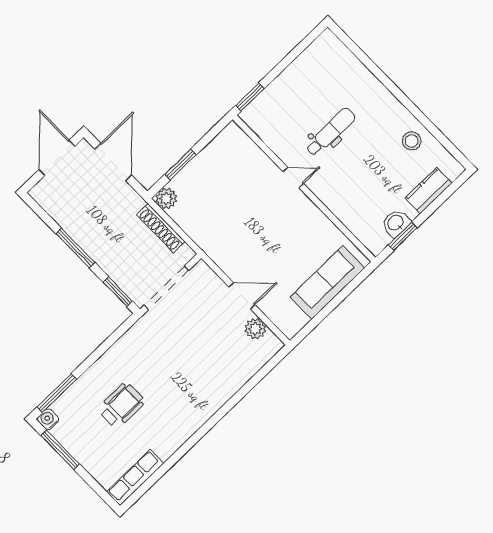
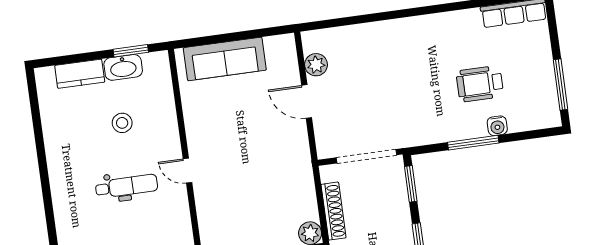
dental chair: (331, 132) -> (127, 186), turned 180
stool: (412, 141) -> (122, 123), moved
washbasin: (396, 223) -> (123, 67), width x1.38
window: (57, 393) -> (473, 143), moved
water cooler: (48, 419) -> (497, 126), moved

